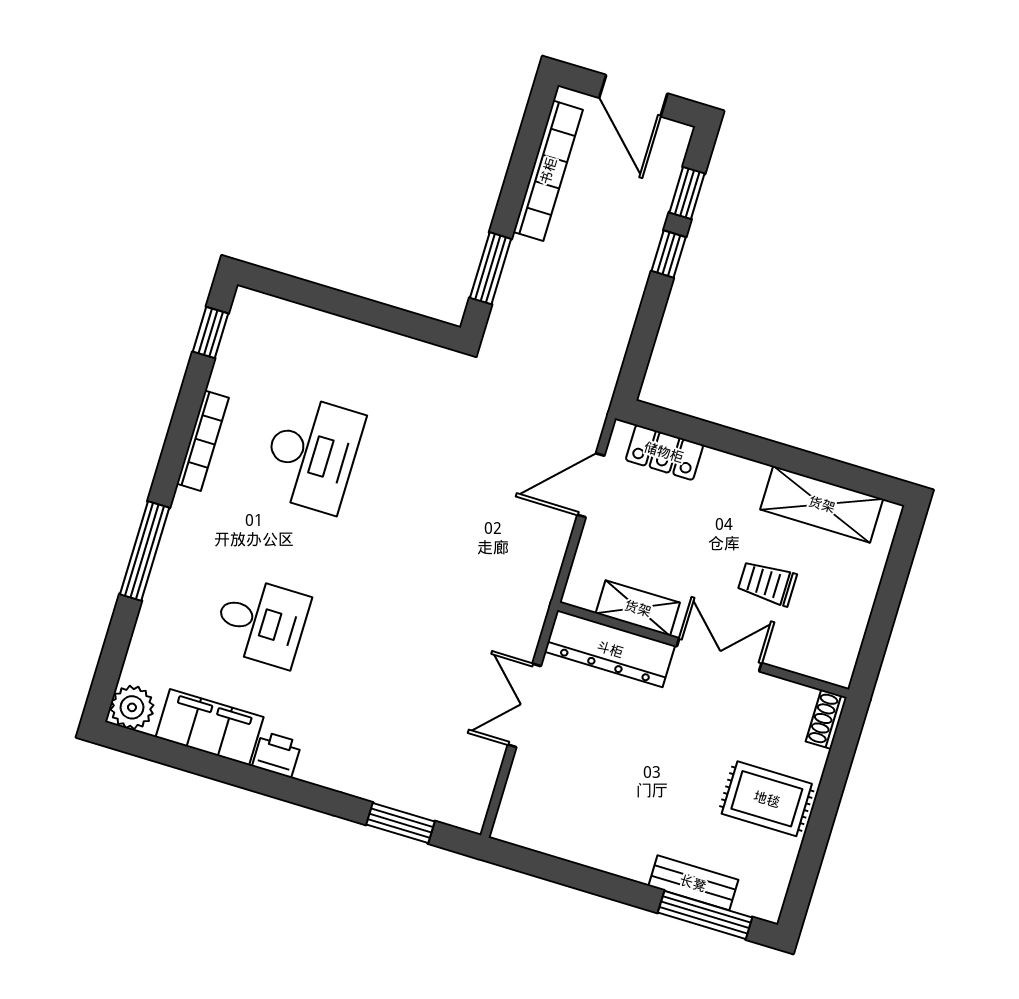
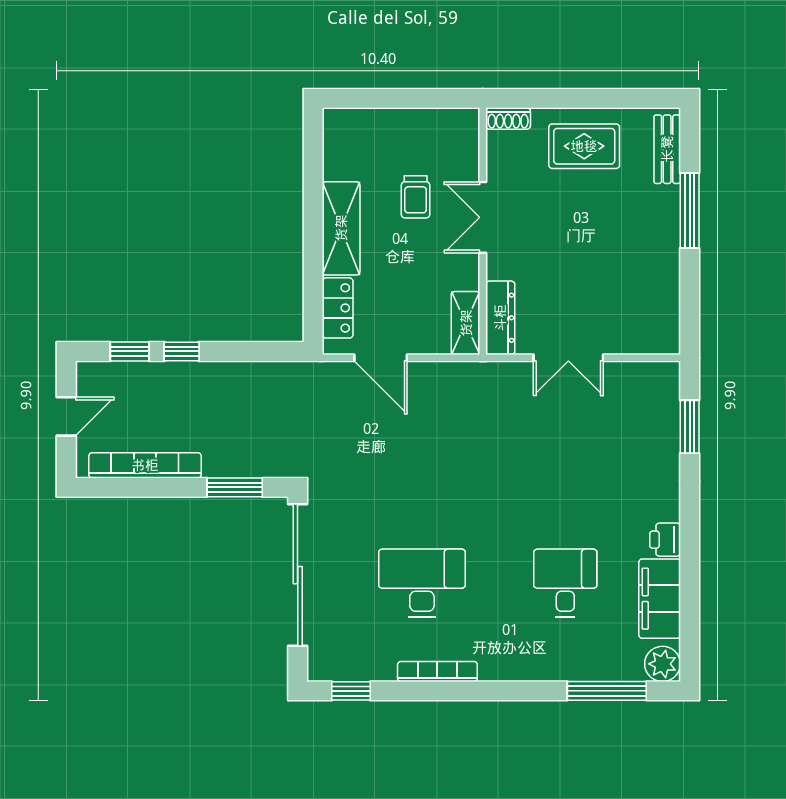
door: (633, 96) -> (66, 416), width x0.73
sliding door: (365, 311) -> (298, 575), added
shelving: (822, 504) -> (341, 228), moved
window: (145, 551) -> (607, 691), moved
shelving: (638, 608) -> (466, 323), moved
dresser: (610, 649) -> (500, 318), width x0.73, depth x0.80
rug: (767, 799) -> (584, 146), turned 90
bench: (693, 883) -> (667, 149), moved
window: (705, 915) -> (690, 210), moved

